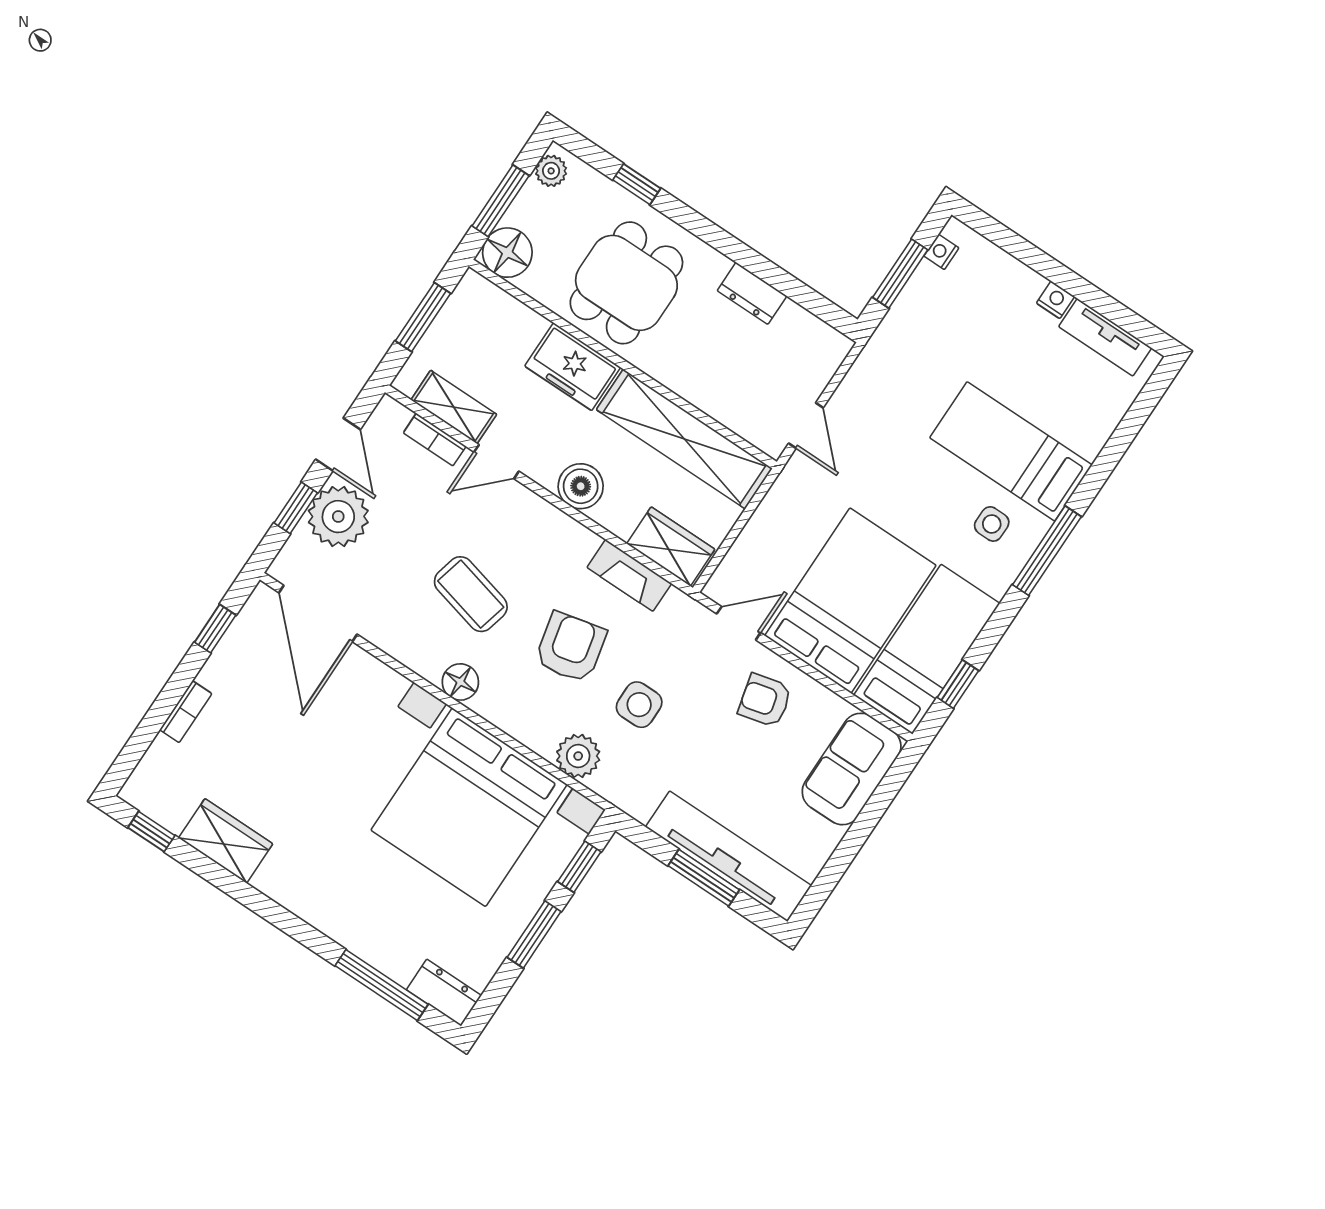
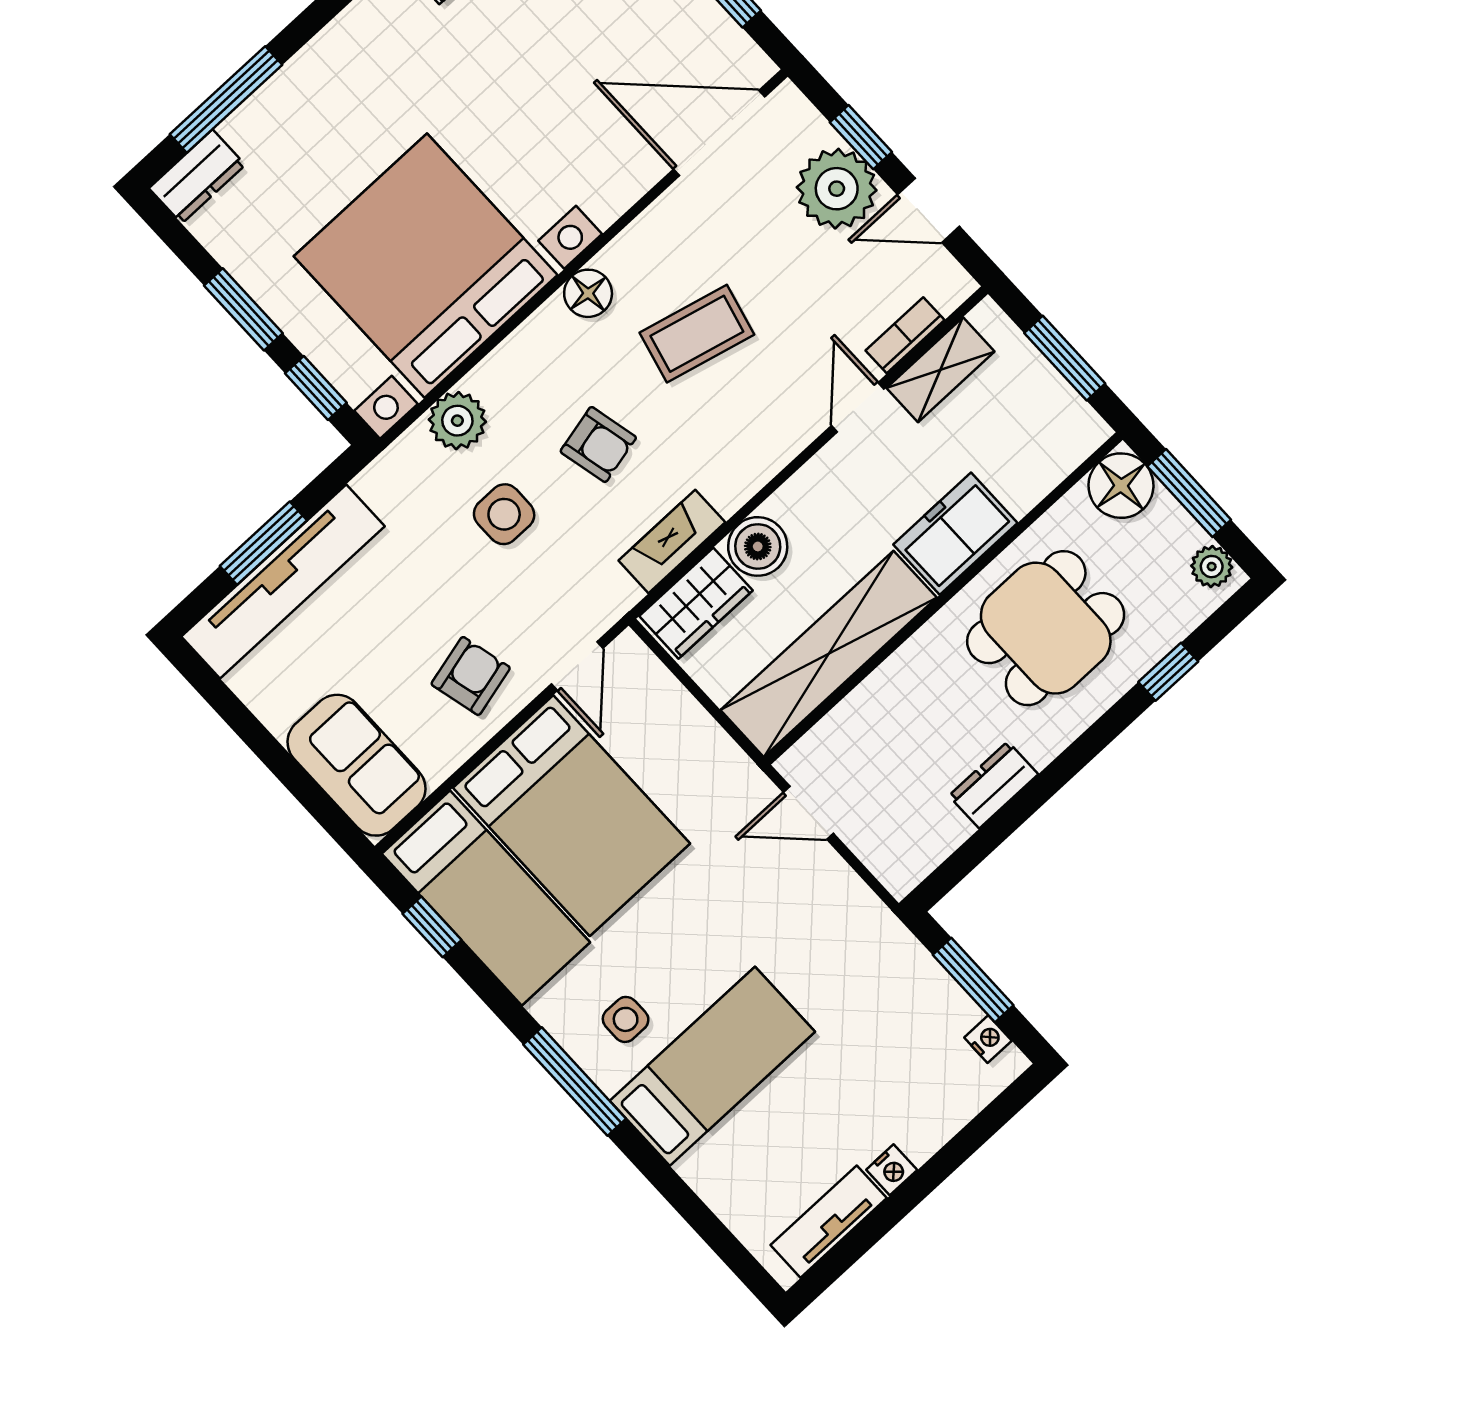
dining table: (626, 283) -> (1046, 628), turned 90
boiler: (581, 486) -> (758, 546), moved
armchair: (571, 647) -> (598, 444), width x0.72, depth x0.72

